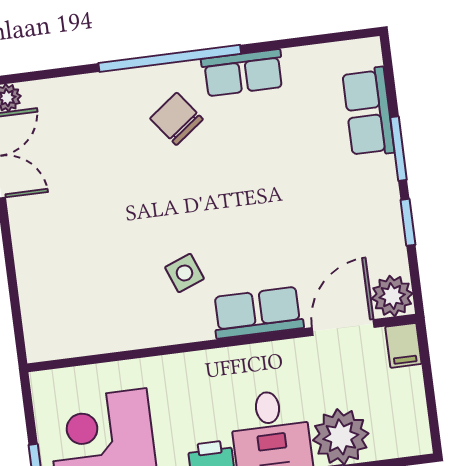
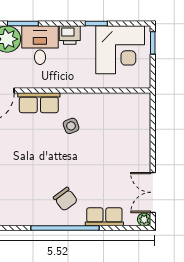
row of seats: (243, 73) -> (104, 217), moved

